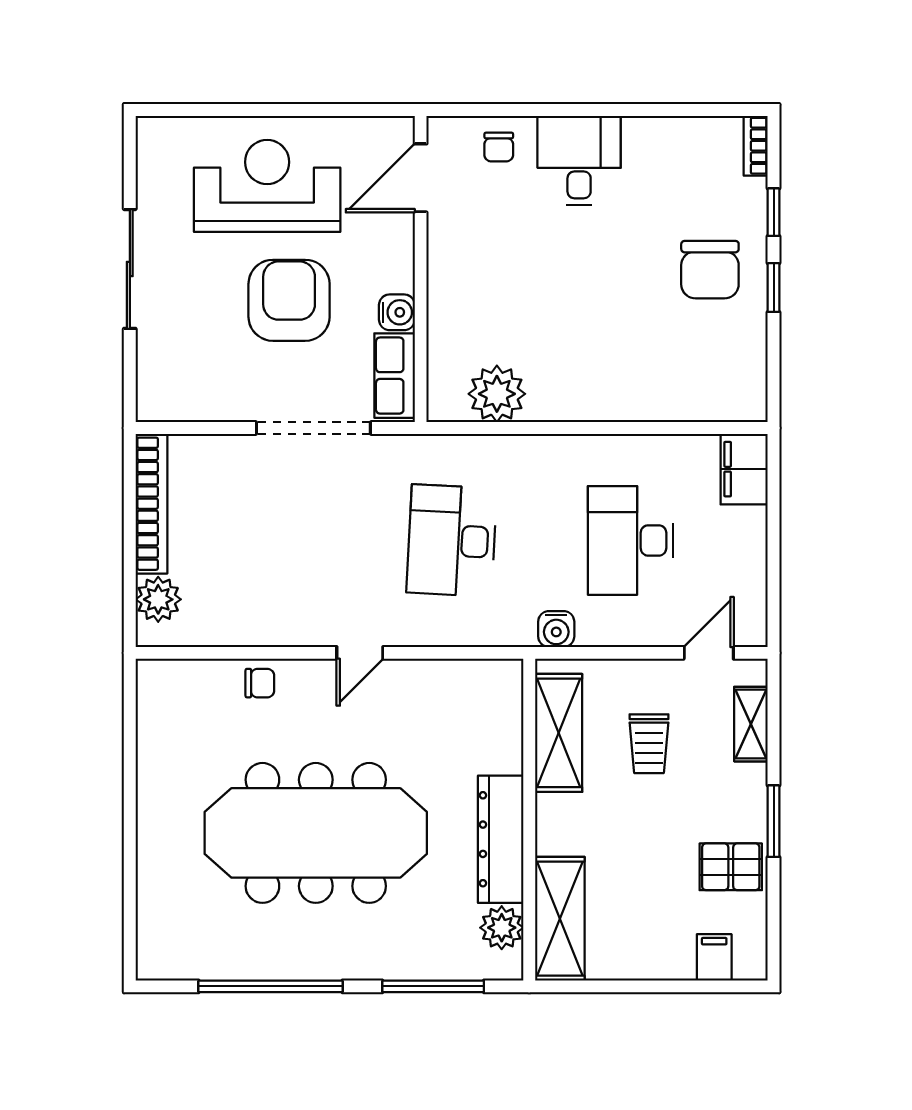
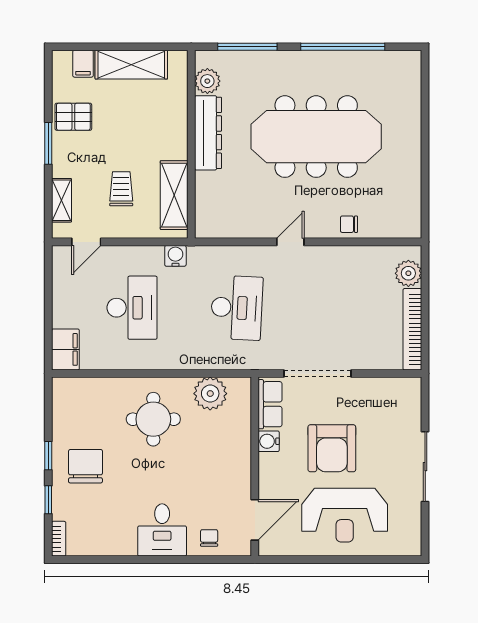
round table: (594, 350) -> (153, 419), added
shelving: (560, 919) -> (131, 65), moved, turned 90

